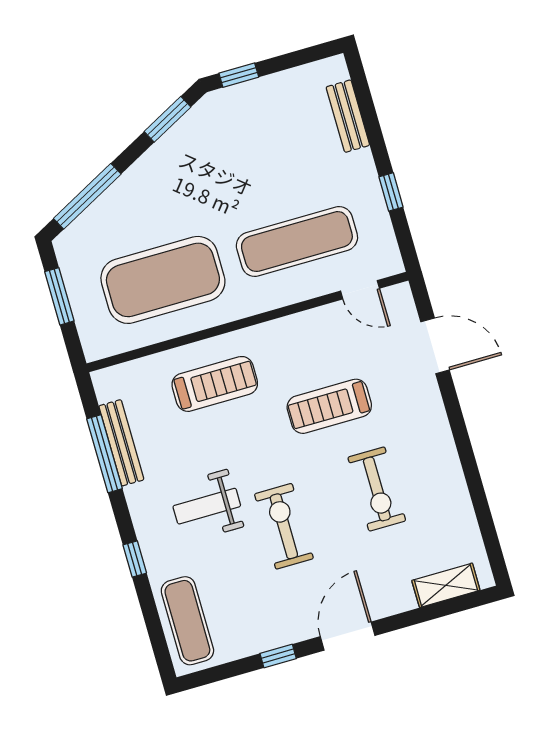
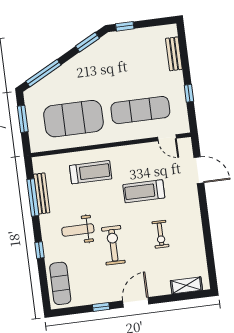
exercise bike: (377, 489) -> (160, 234), width x0.73, depth x0.72

